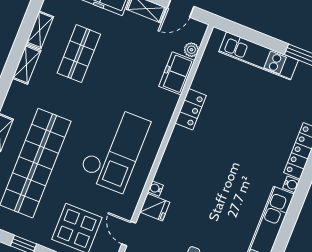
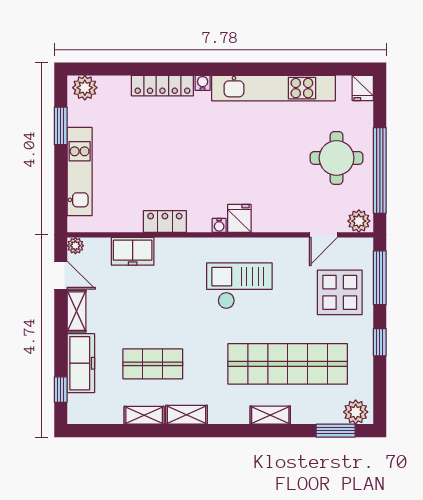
plant: (191, 50) -> (75, 246), moved
checkout: (114, 149) -> (239, 286), width x0.73, depth x0.83
water cooler: (156, 188) -> (219, 225), moved
fridge: (155, 207) -> (239, 218), moved

